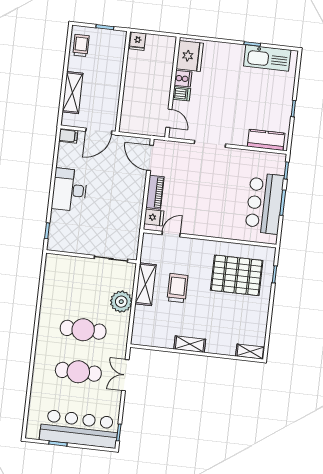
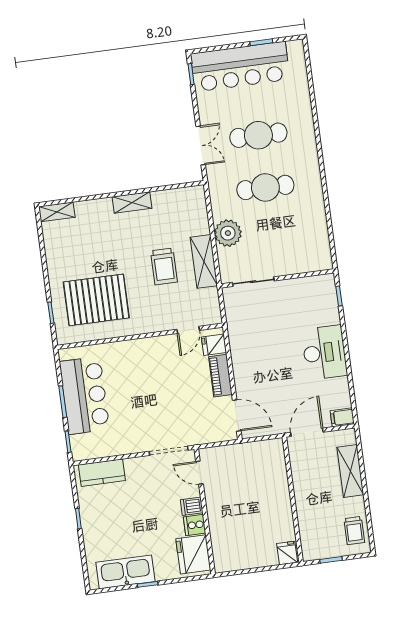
fridge: (190, 56) -> (193, 554), moved
cooker: (183, 79) -> (195, 525), moved
wall: (172, 87) -> (205, 511), moved
dishwasher: (182, 94) -> (192, 506), moved
door: (169, 118) -> (199, 473), moved

